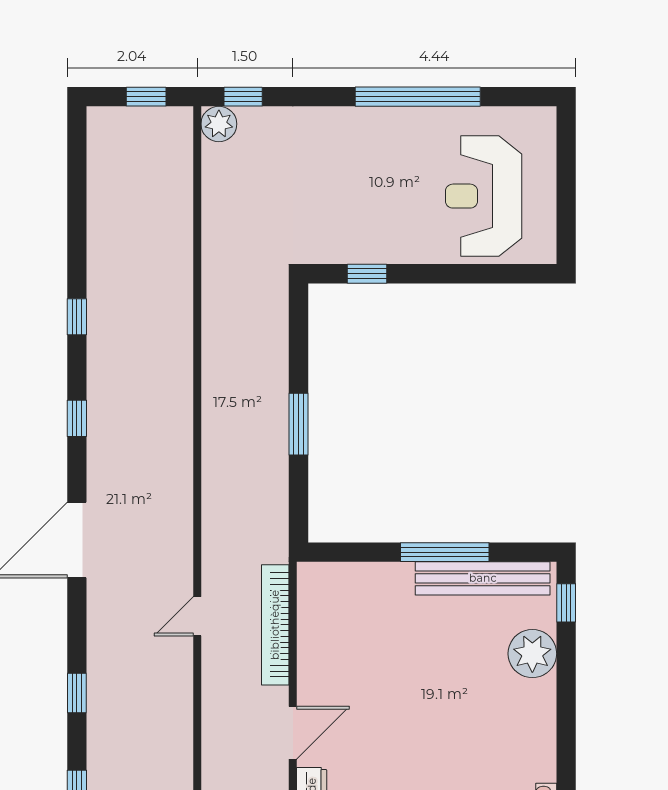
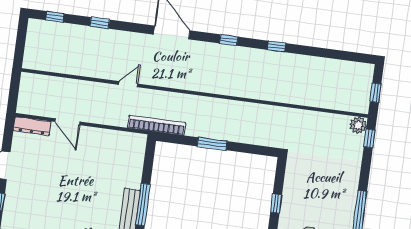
window: (367, 274) -> (276, 204), moved
door: (197, 616) -> (128, 84), hinge flipped
bookcase: (275, 625) -> (157, 125), moved

